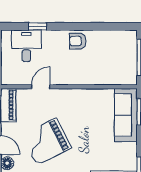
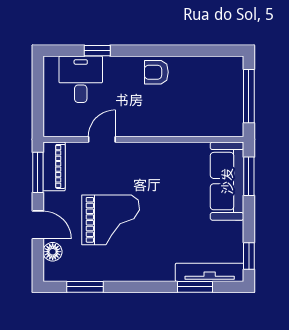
grand piano: (47, 141) -> (111, 220), turned -153

